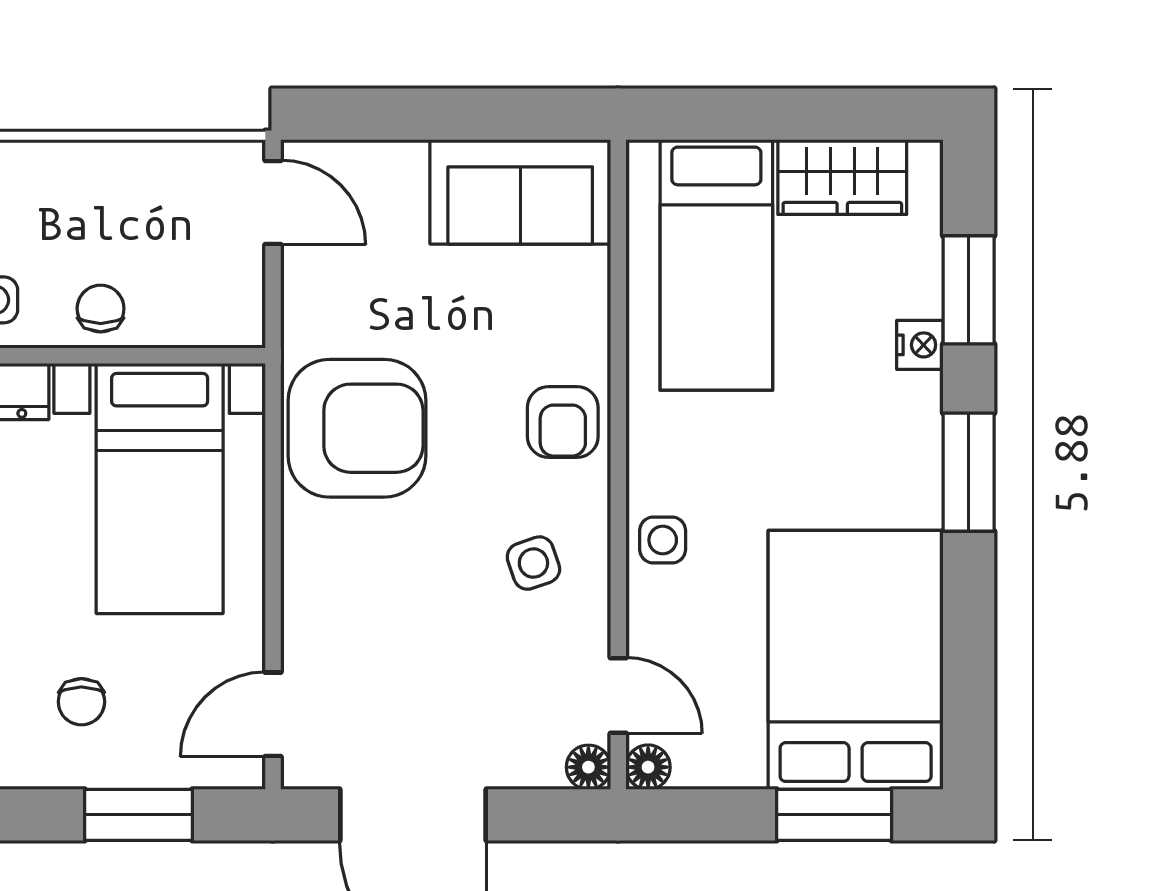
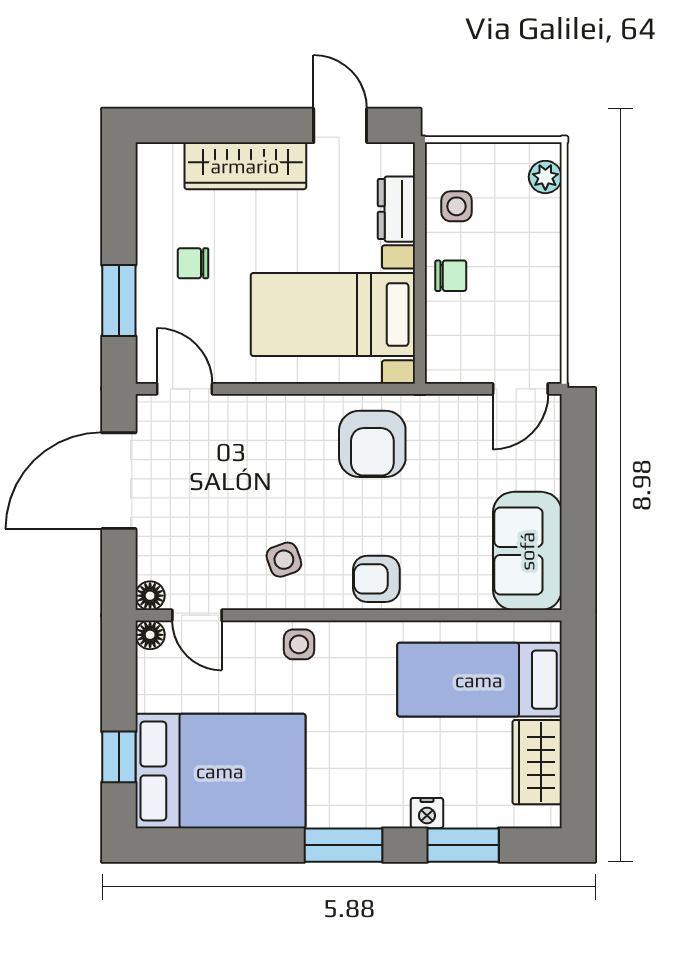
armchair: (357, 428) -> (372, 444), width x0.73, depth x0.73
door: (618, 696) -> (197, 615), hinge flipped
window: (834, 815) -> (119, 757), width x0.67

